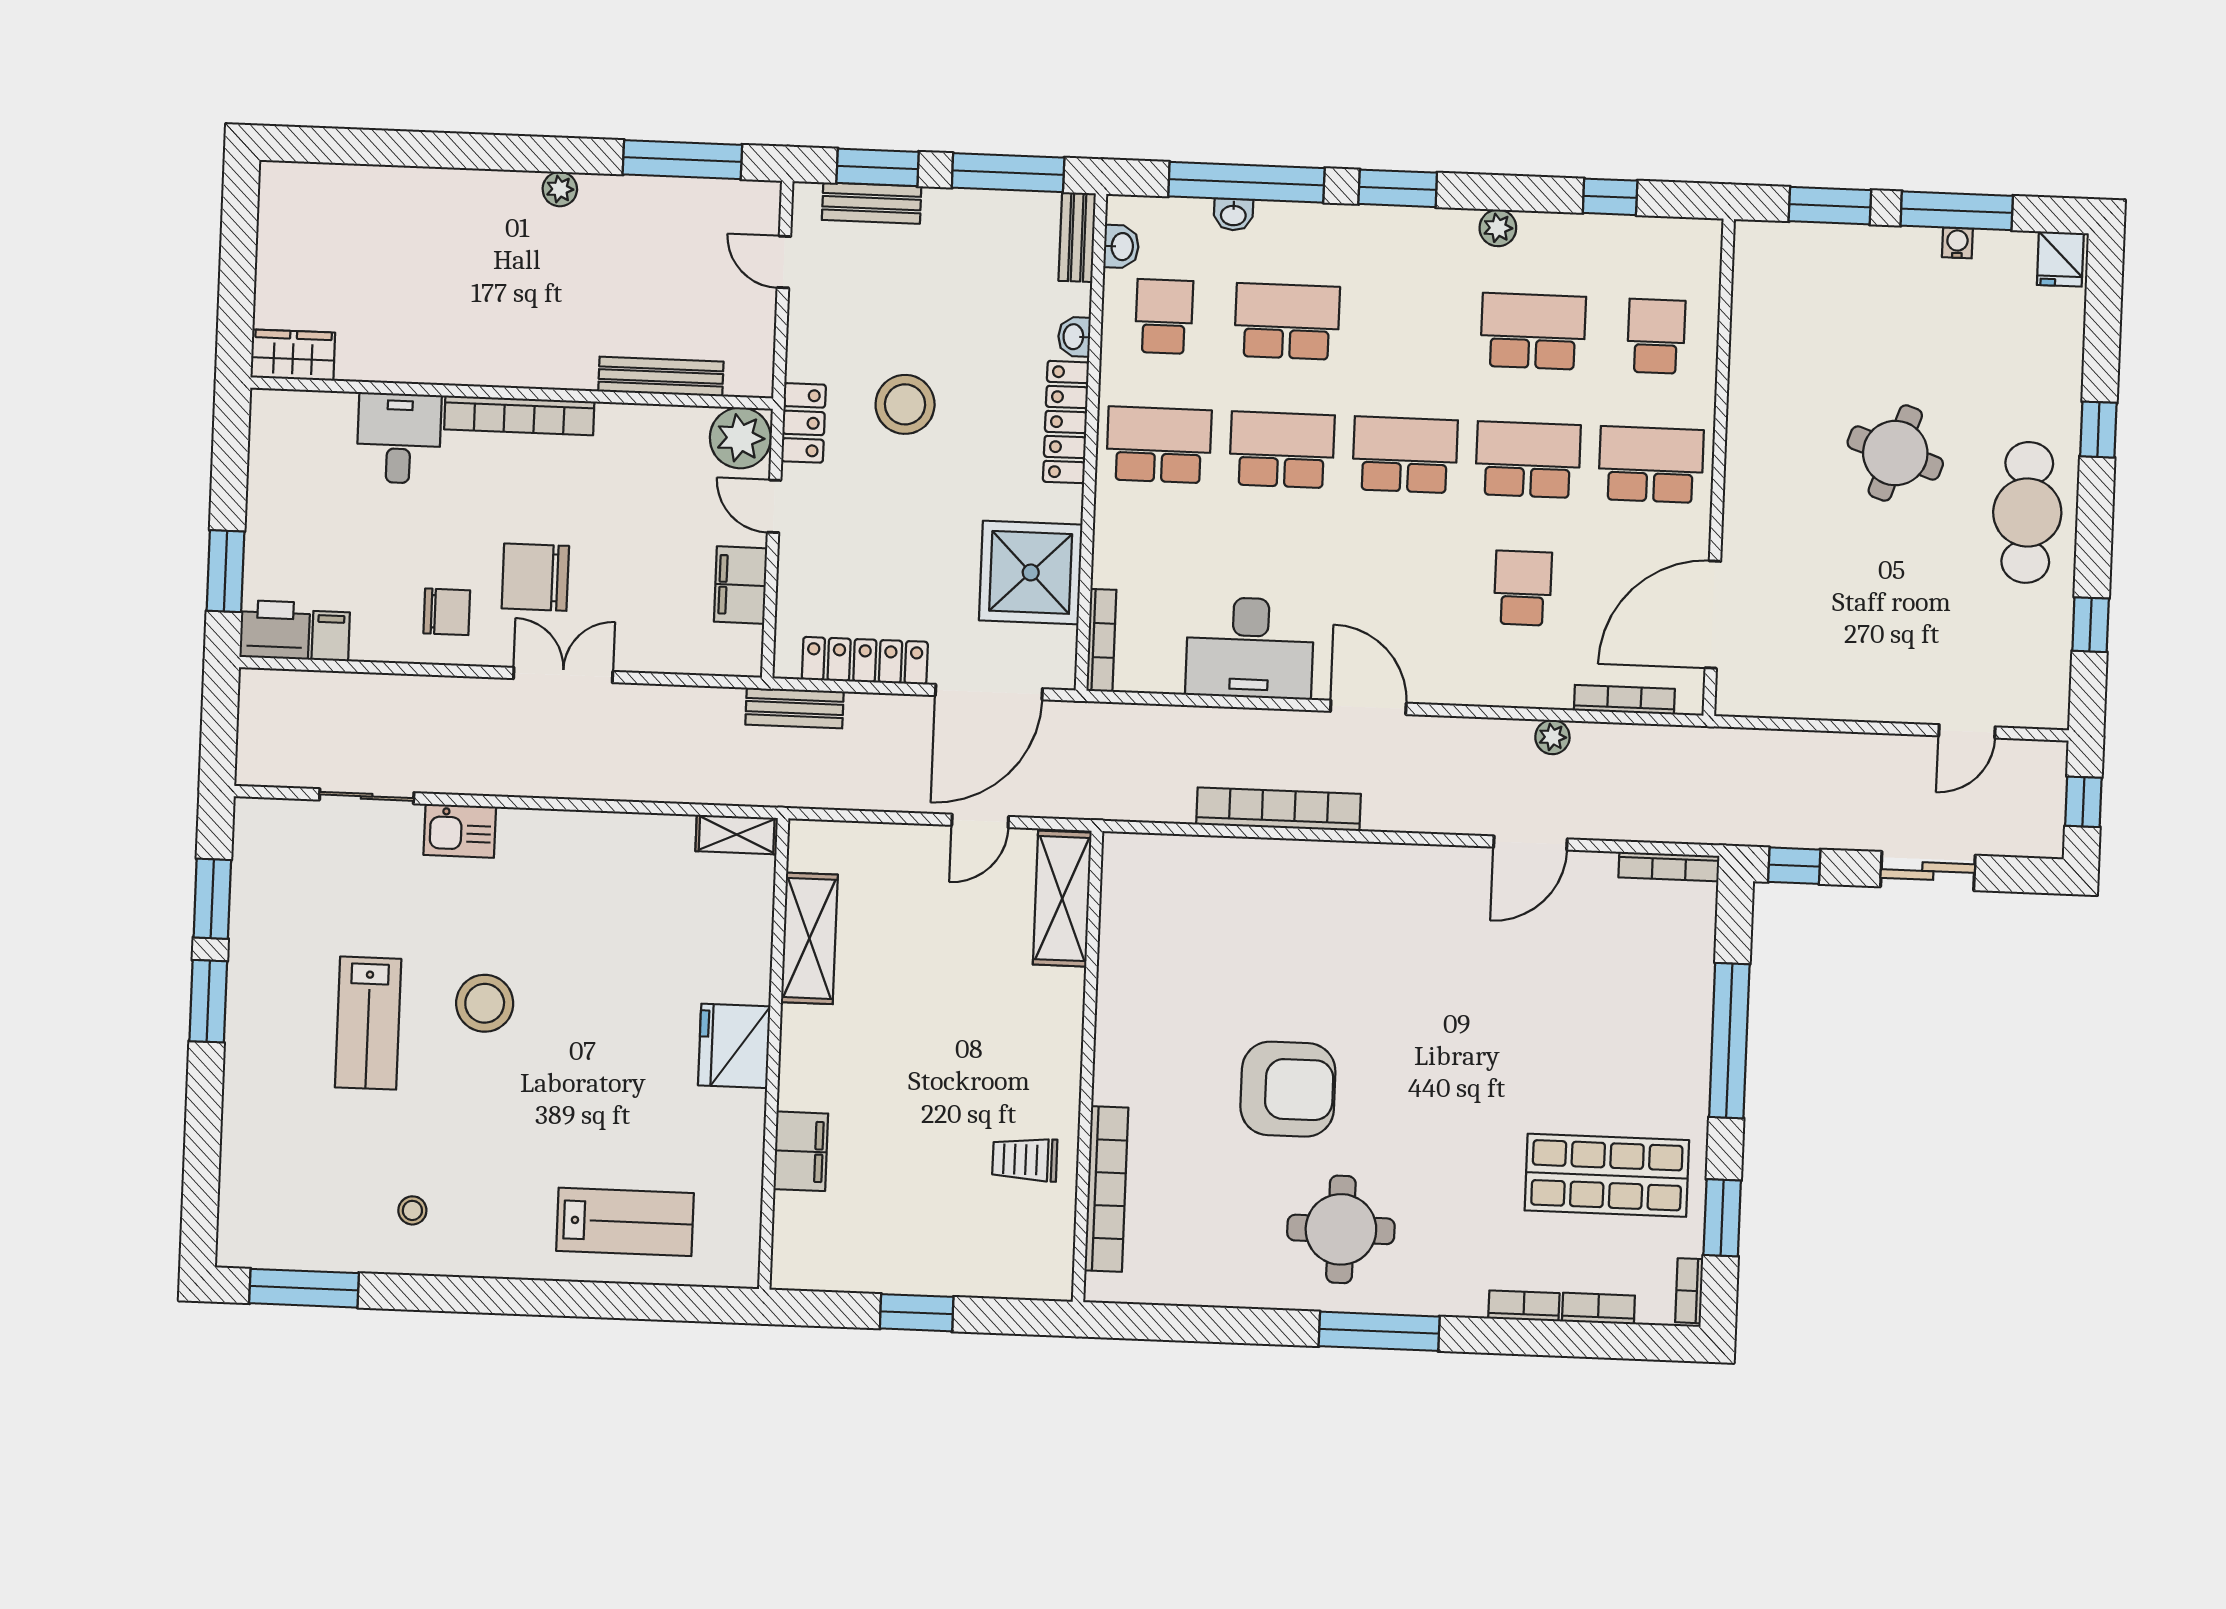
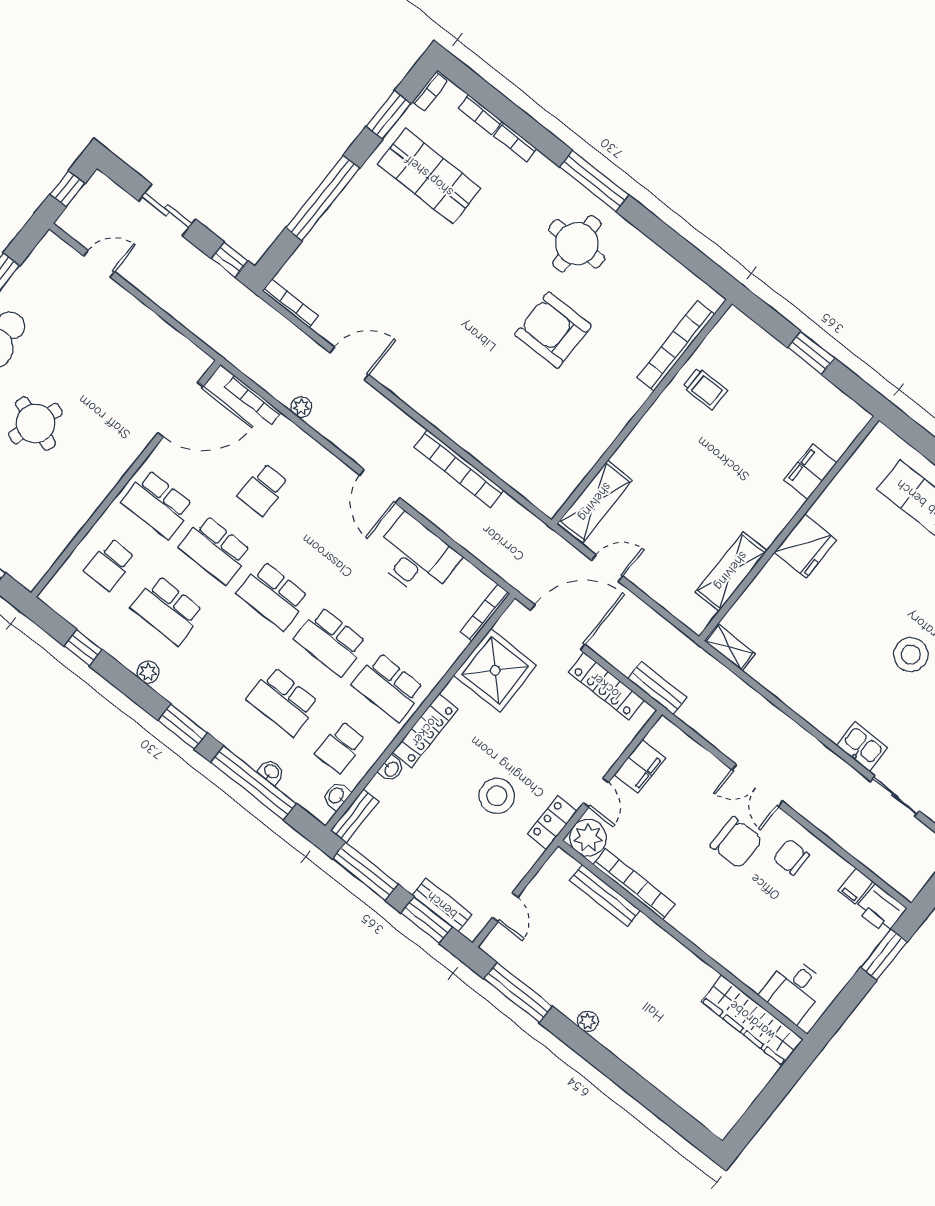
wardrobe: (293, 355) -> (752, 1020), width x2.10, depth x1.17
bookcase: (519, 415) -> (634, 884), moved
desk: (399, 438) -> (793, 990), moved

